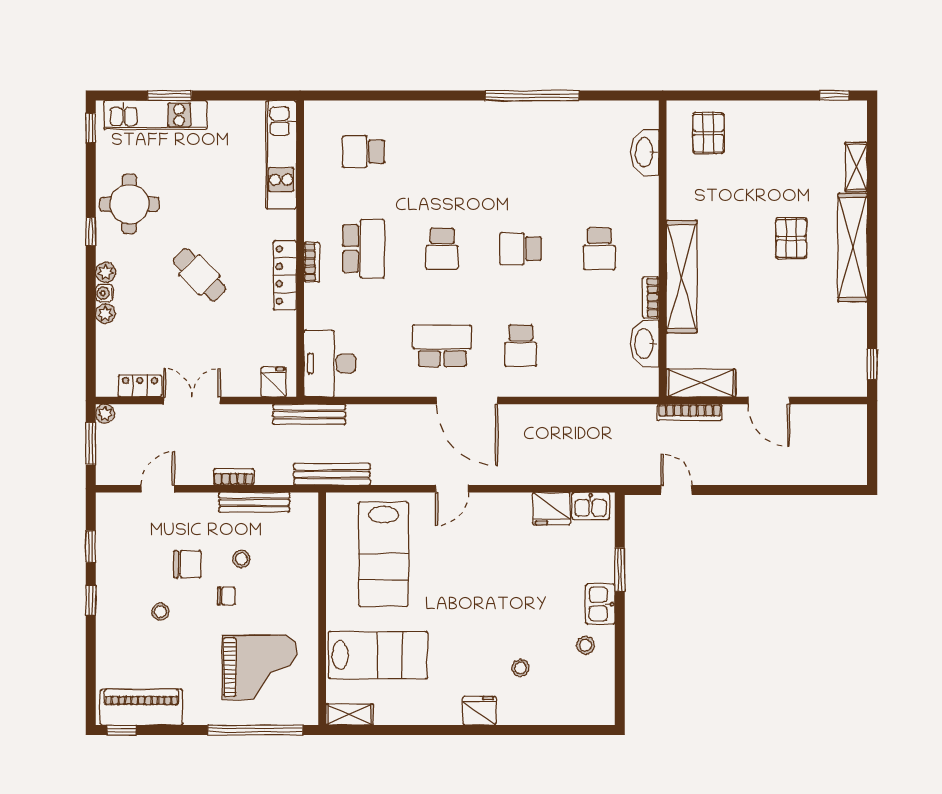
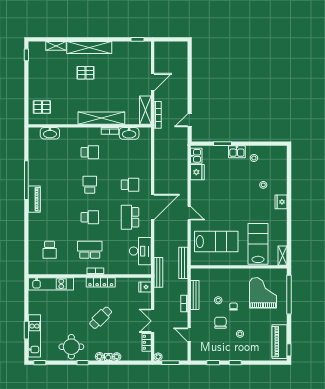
piano: (486, 115) -> (34, 199), added
school desk: (521, 249) -> (90, 185), turned 180
desk: (330, 364) -> (140, 251), moved, turned -90

